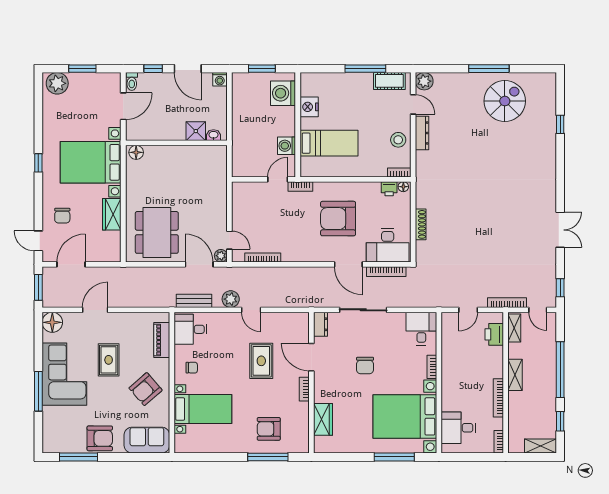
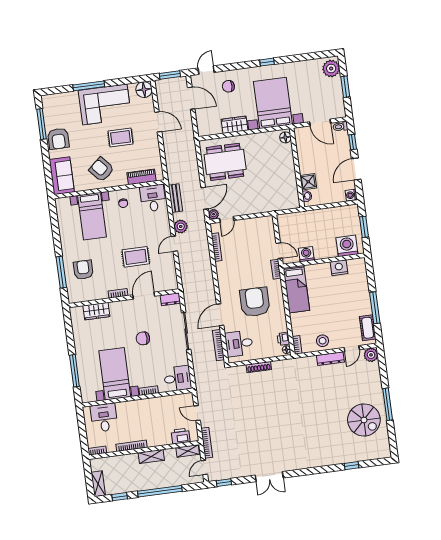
bed: (329, 143) -> (296, 289), moved
desk: (388, 245) -> (239, 343), width x0.73
bed with nightstands: (405, 416) -> (115, 374), width x0.73

